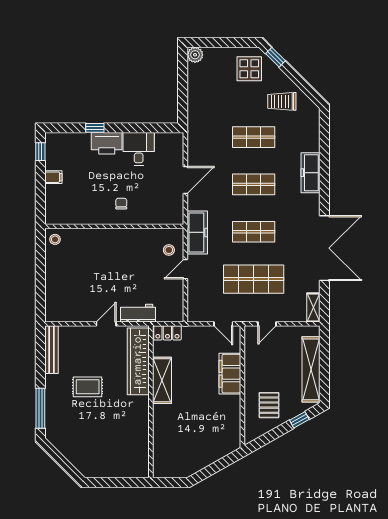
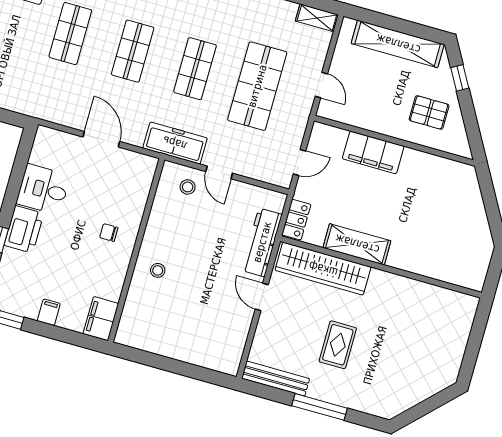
filing cabinet: (59, 215) -> (101, 319), added
stool: (55, 239) -> (158, 270), moved
workbench: (138, 313) -> (262, 242), width x1.38
door: (223, 324) -> (300, 163), moved
window: (40, 408) -> (320, 407), moved

